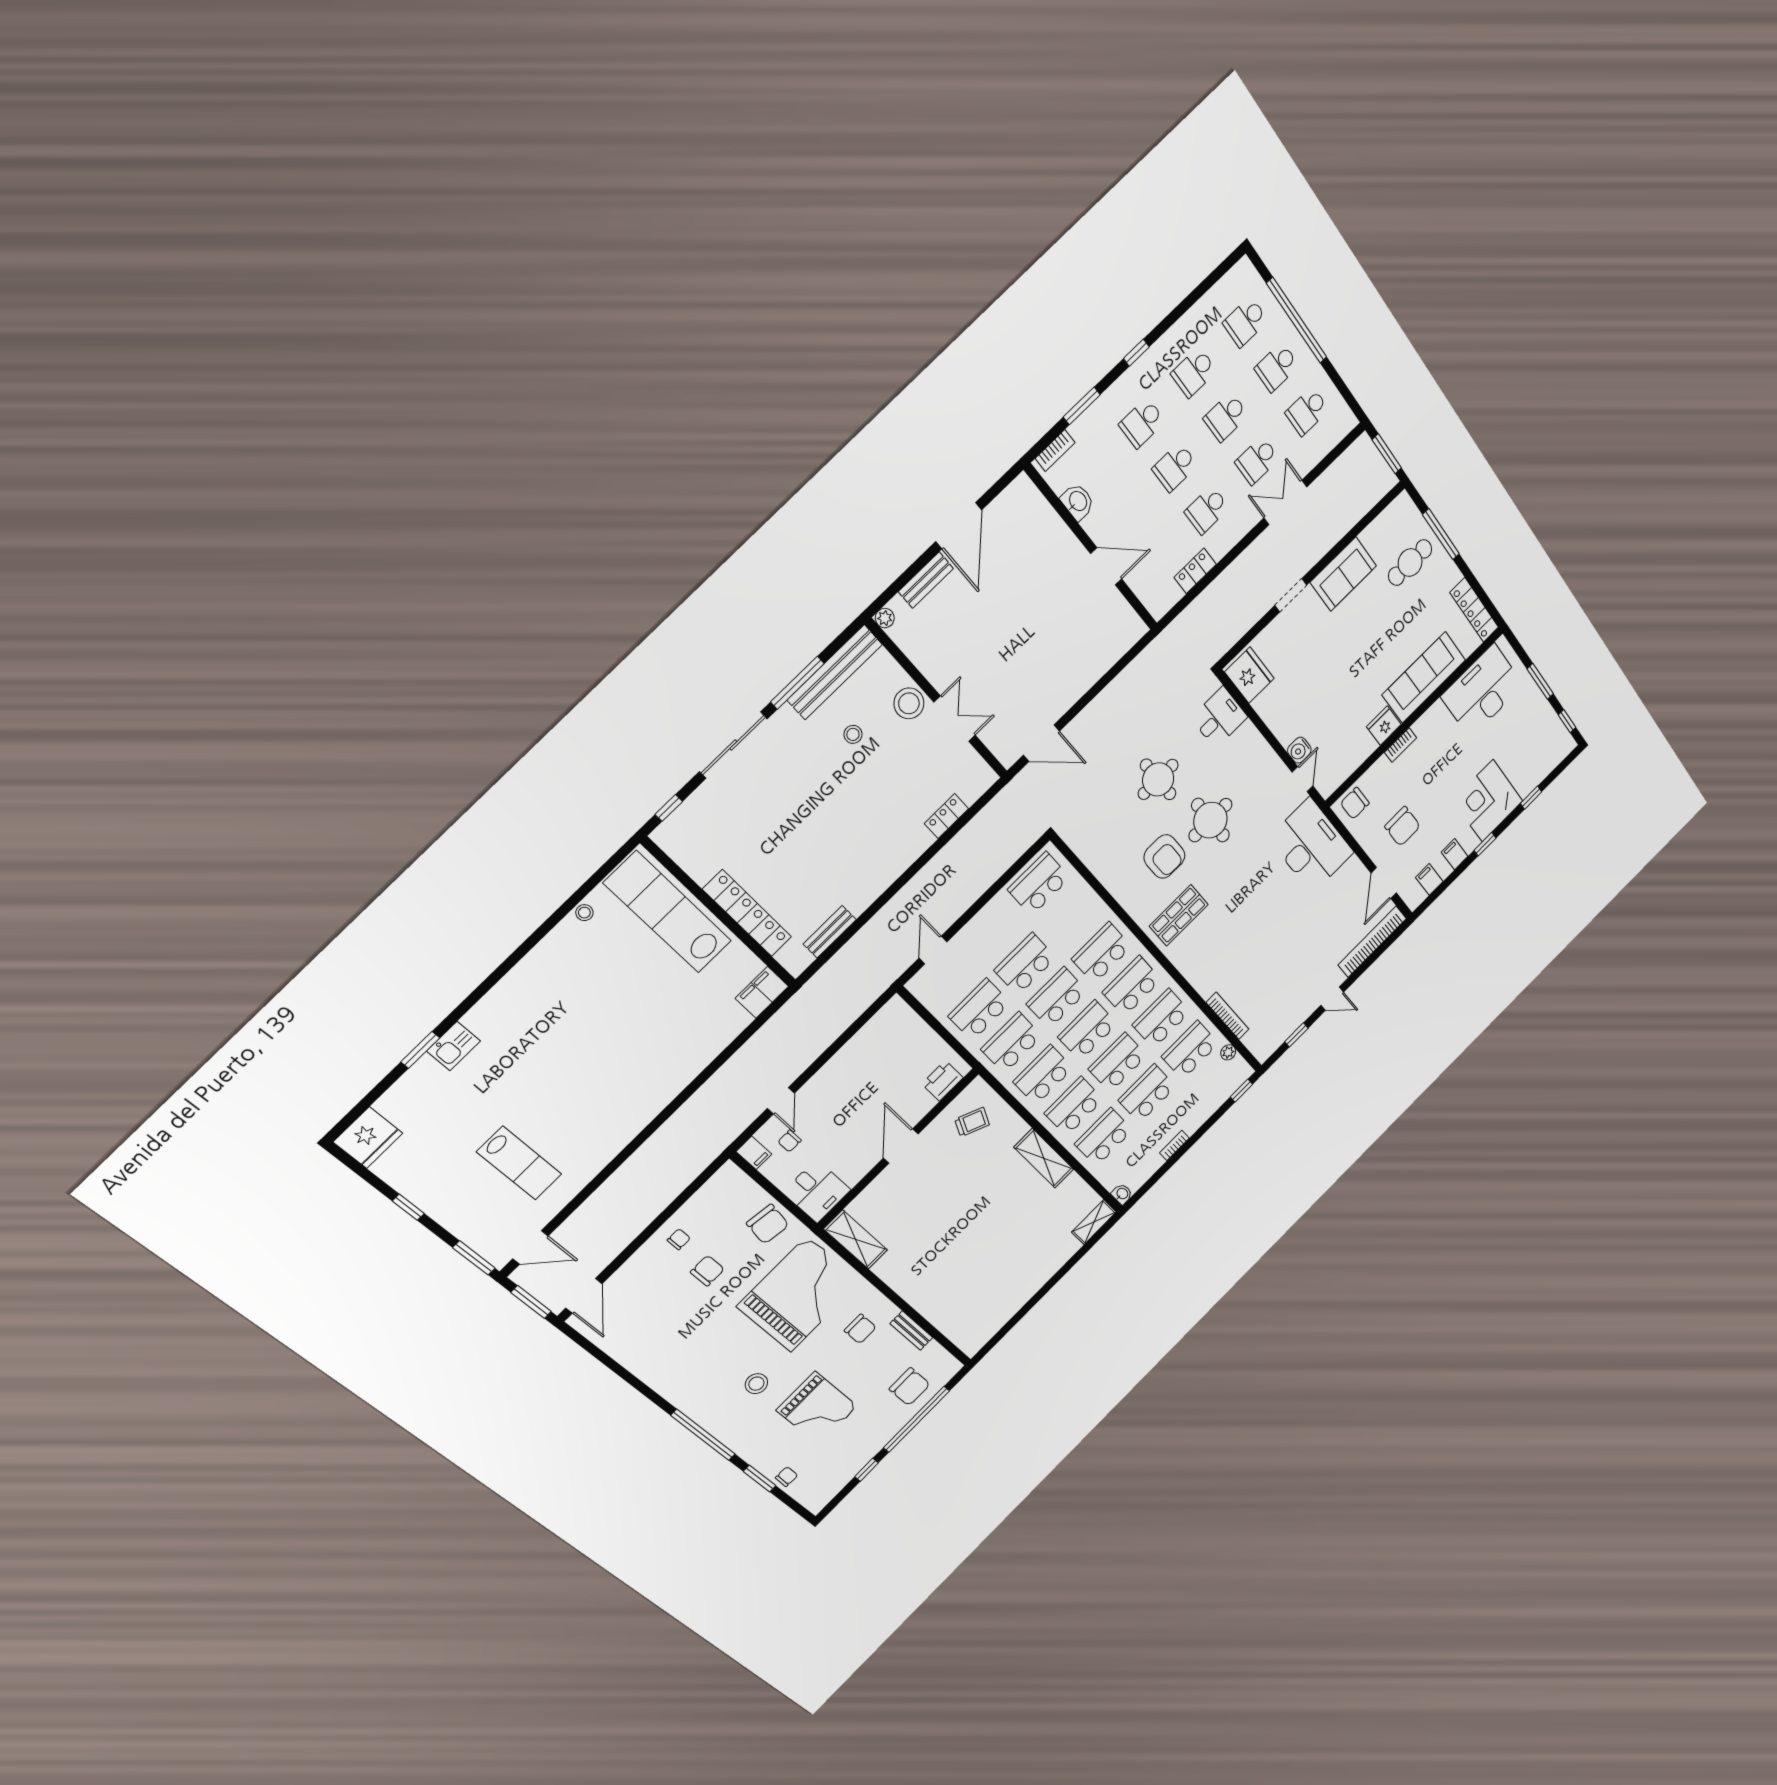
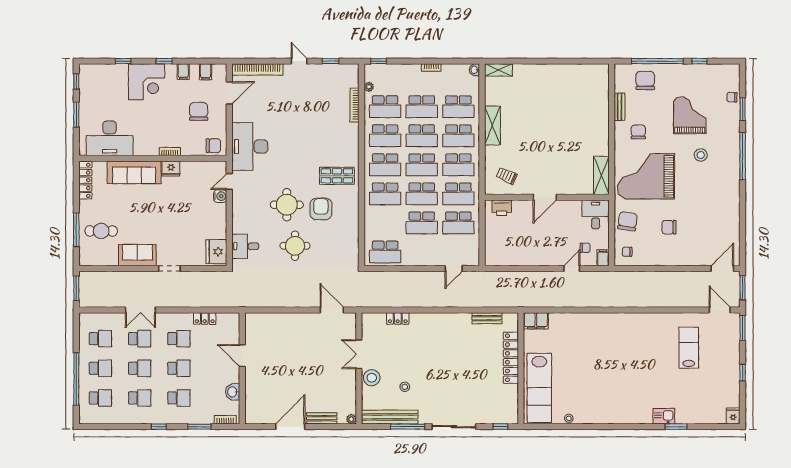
fridge: (368, 1138) -> (733, 416), width x0.53, depth x0.75
chair: (679, 1239) -> (627, 252), moved

